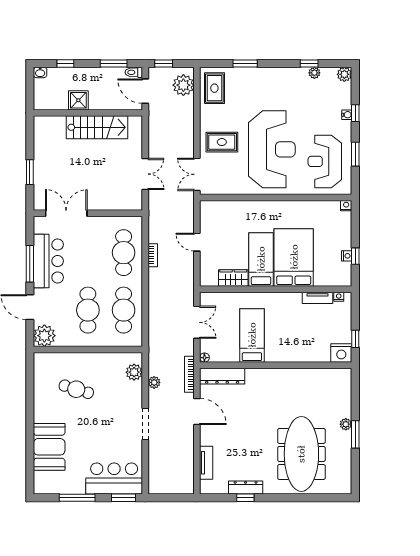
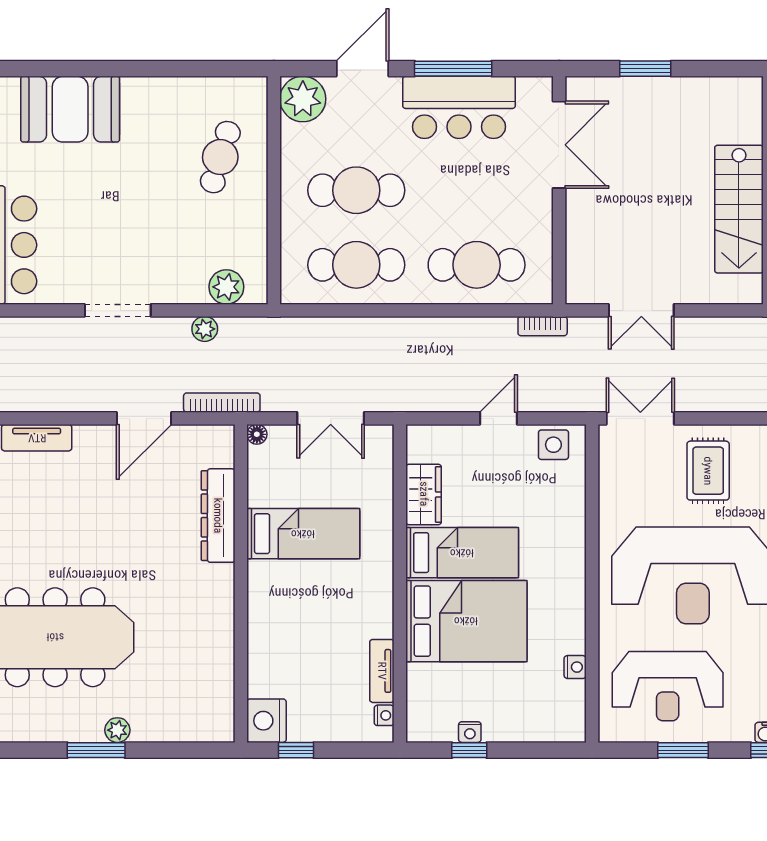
reception desk: (325, 161) -> (668, 686), turned 180
nightstand: (346, 206) -> (575, 667), moved
side table: (209, 216) -> (553, 445), added
bookcase: (153, 255) -> (543, 326), moved
dresser: (222, 376) -> (218, 516), moved
cafe table: (76, 389) -> (220, 157), moved

